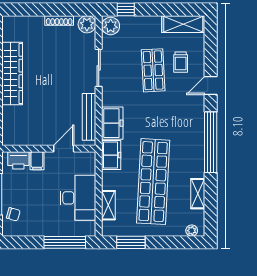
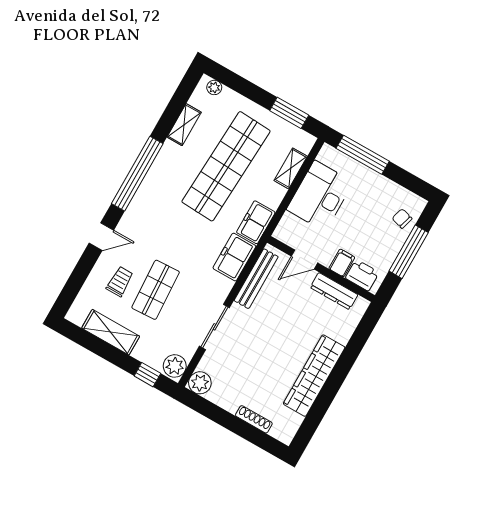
shoe rack: (59, 20) -> (254, 419), moved
shelving: (183, 24) -> (111, 332), moved
dresser: (31, 139) -> (334, 291), added

